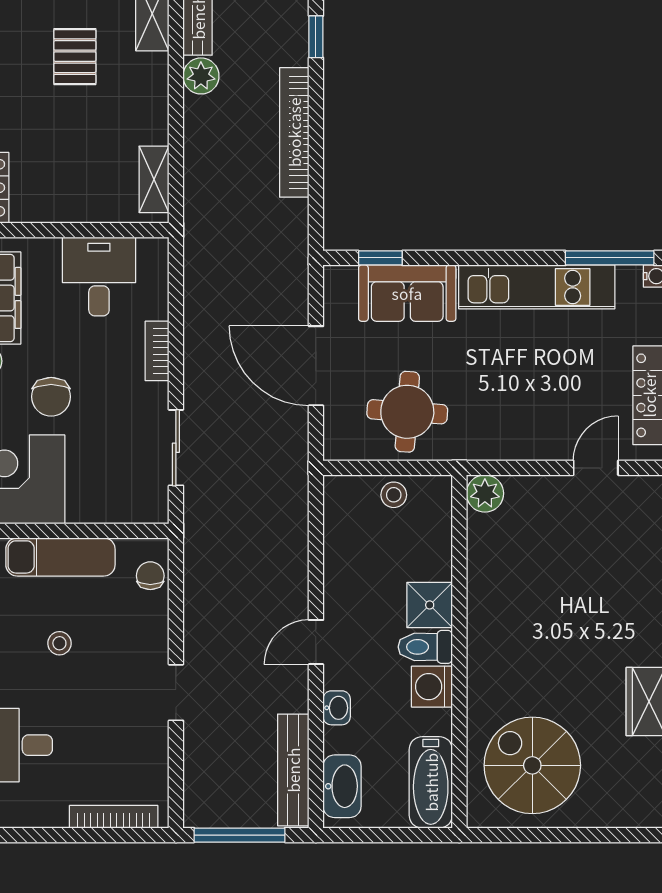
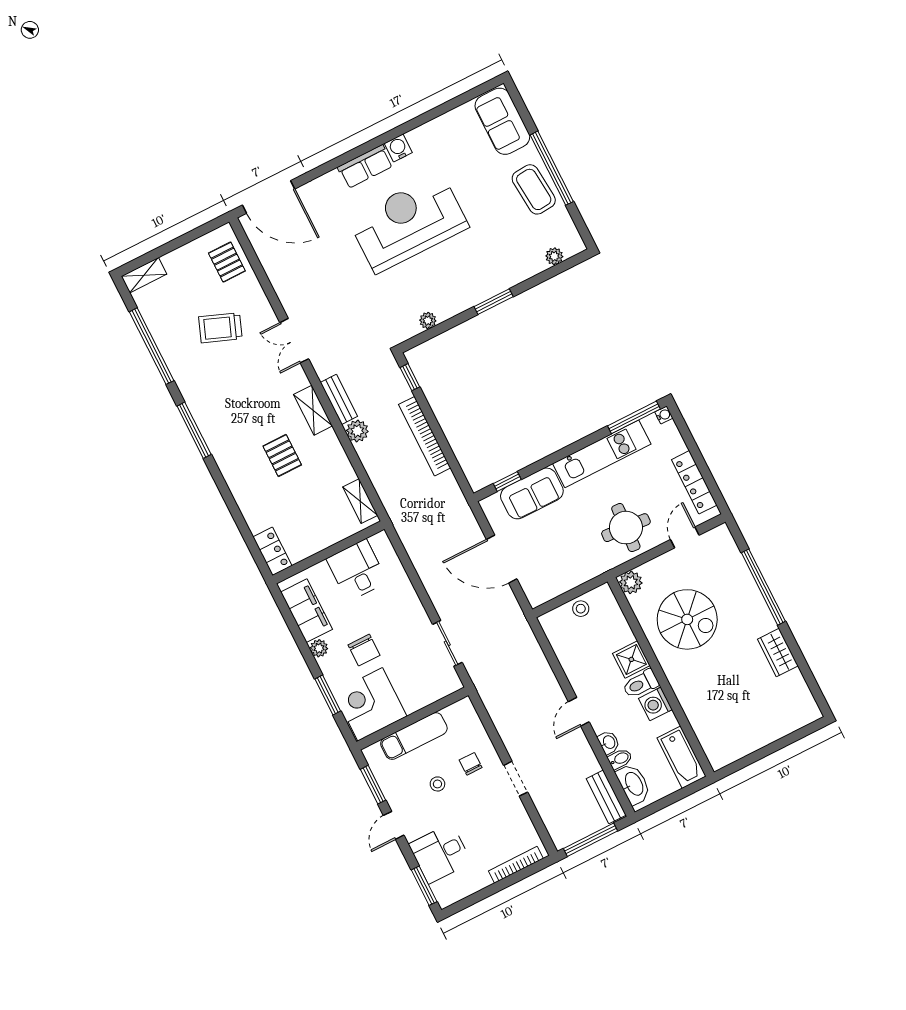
bookcase: (157, 351) -> (410, 595), removed
round table: (407, 412) -> (626, 528), moved
chair: (150, 576) -> (471, 764), moved
bidet: (341, 740) -> (620, 759), added
spiral stairs: (532, 765) -> (687, 619), moved, turned 180
bench: (293, 770) -> (606, 797), width x0.73

